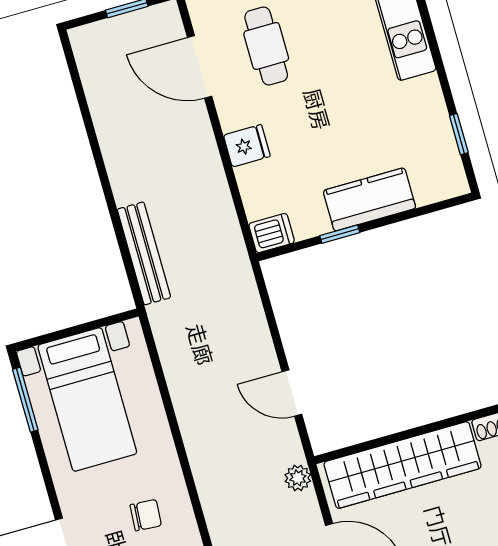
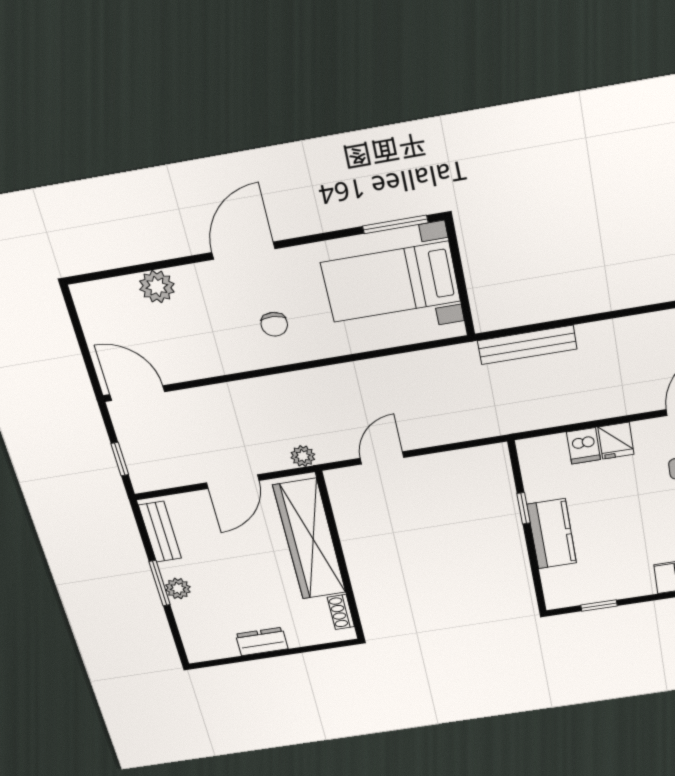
dishwasher: (272, 233) -> (584, 446), moved

